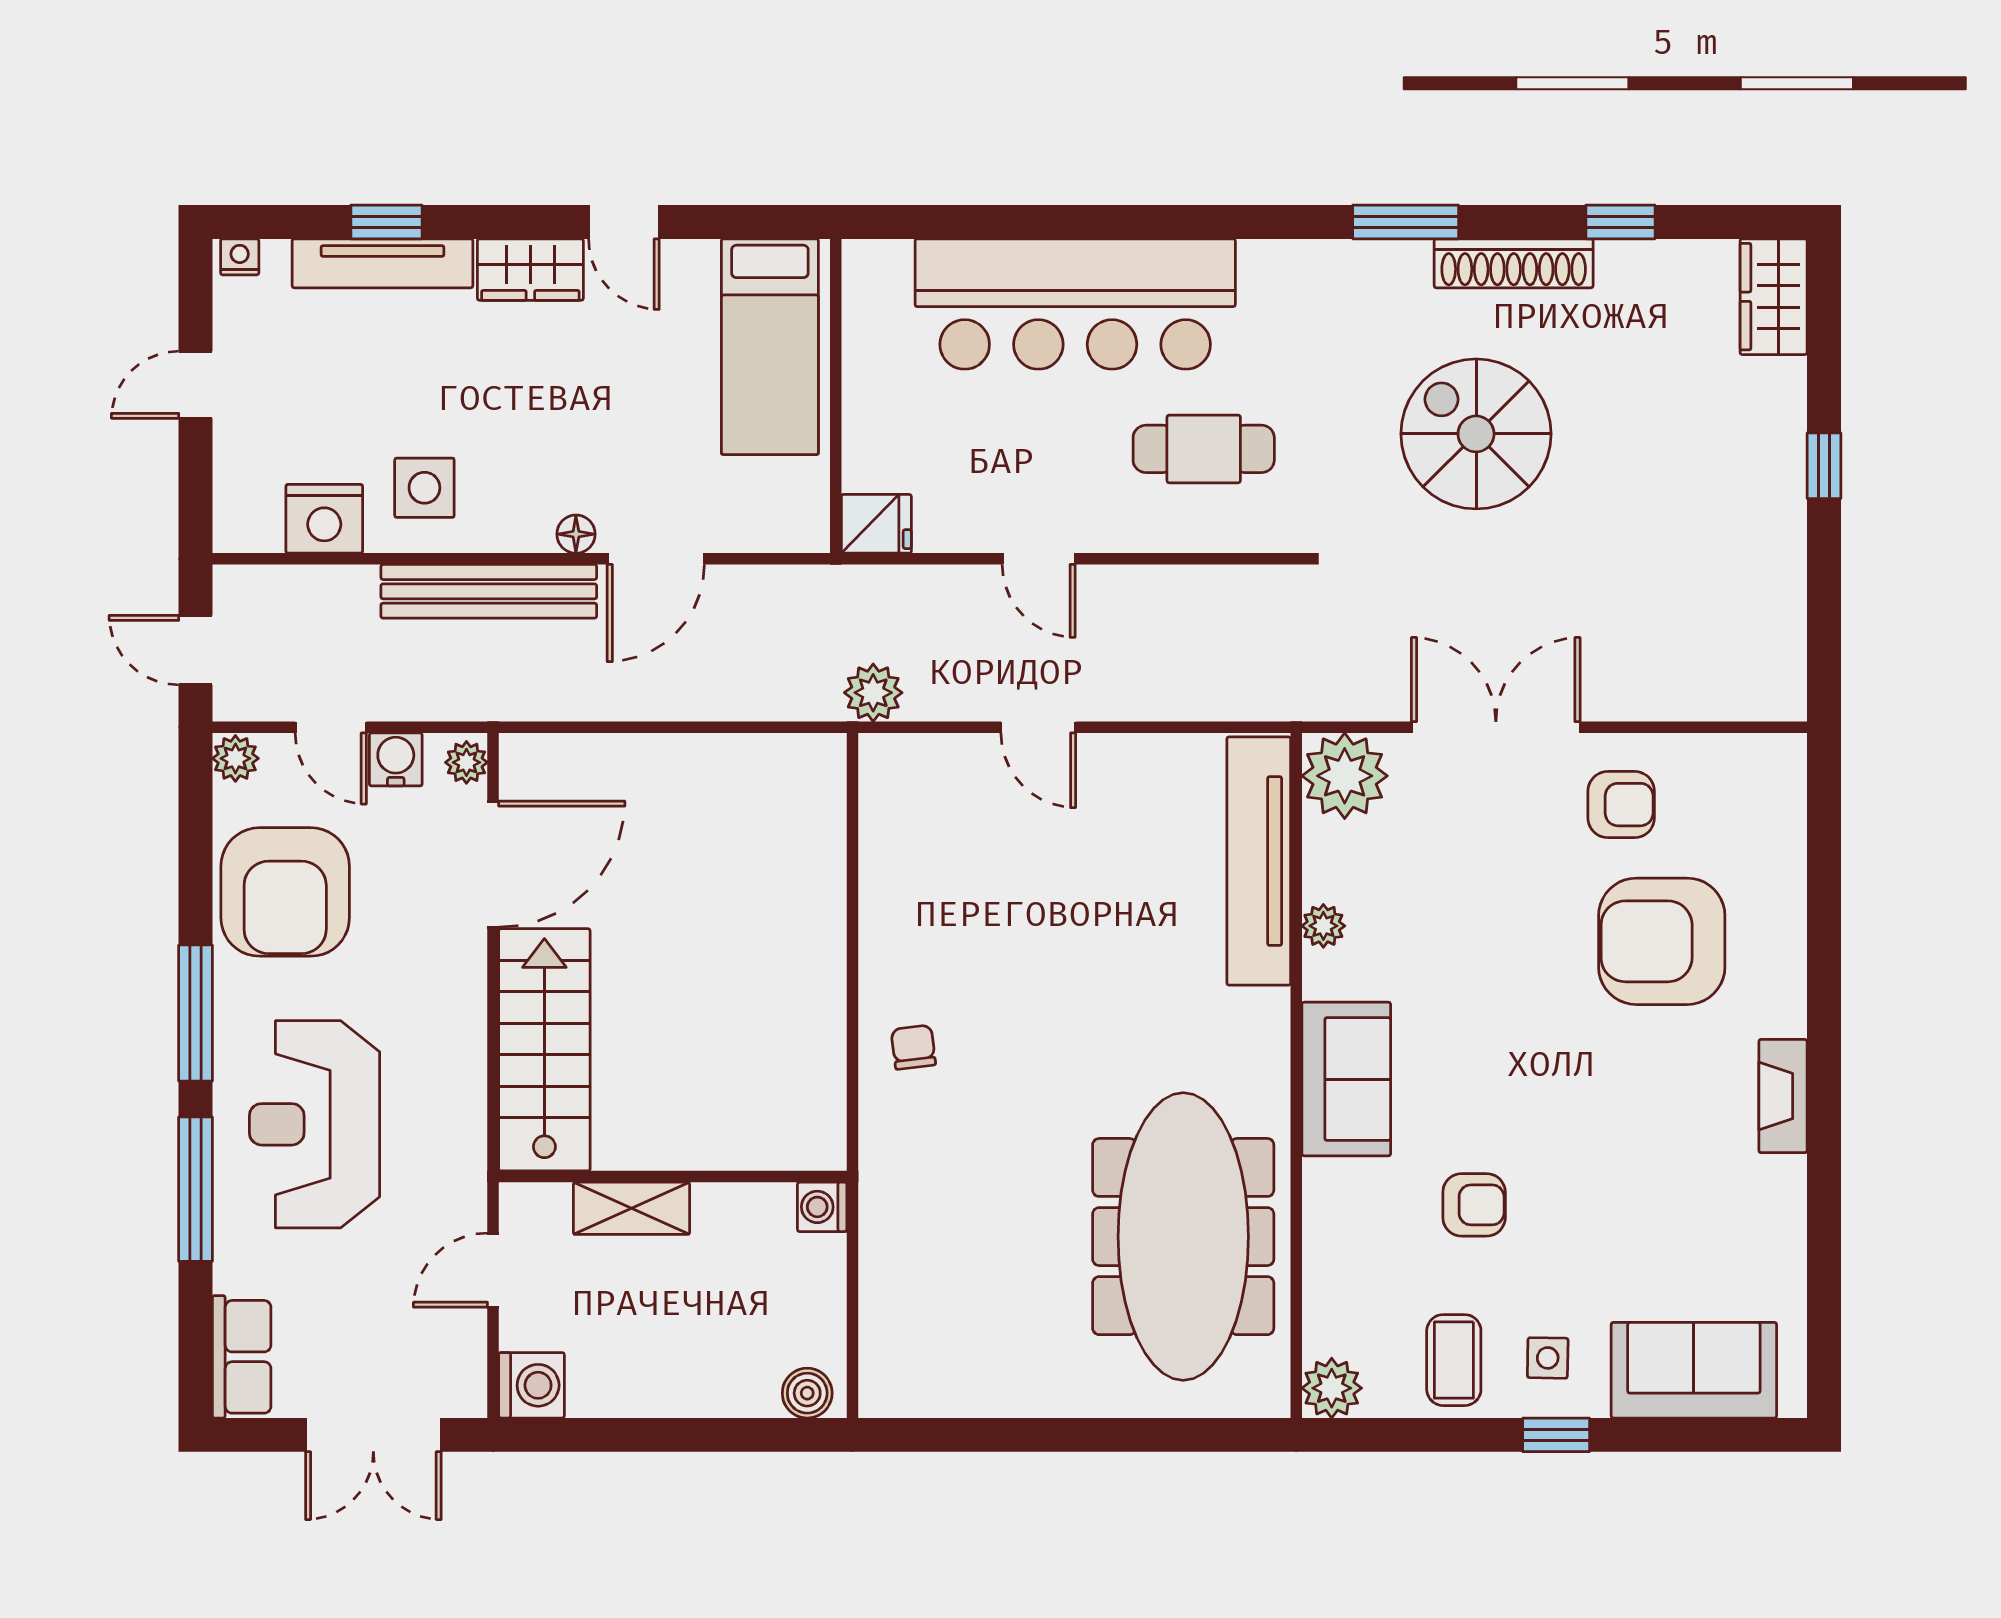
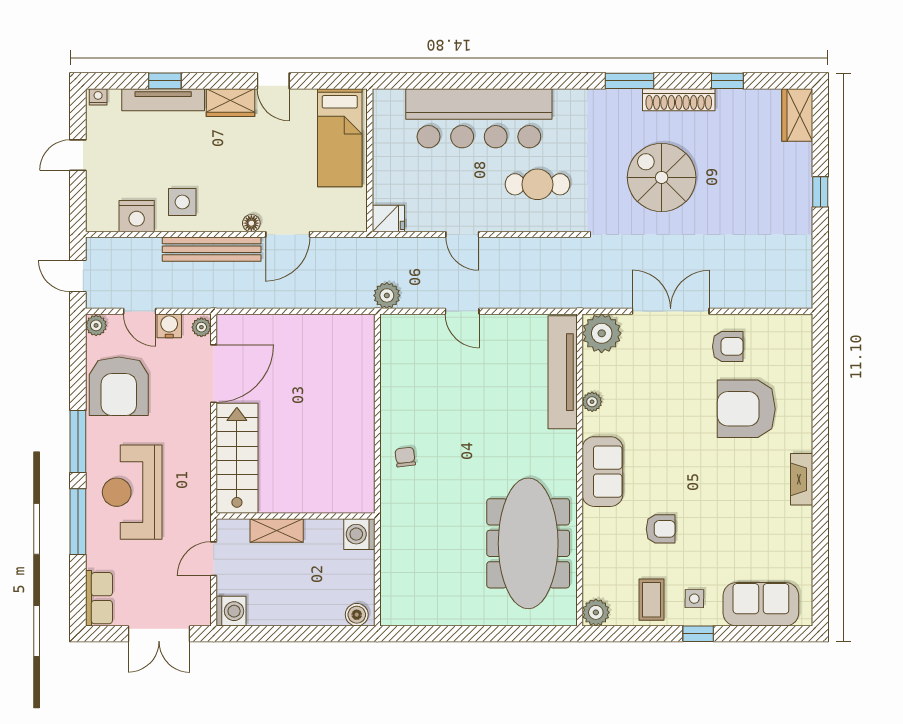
washing machine: (822, 1207) -> (359, 534), width x1.38, depth x1.38

